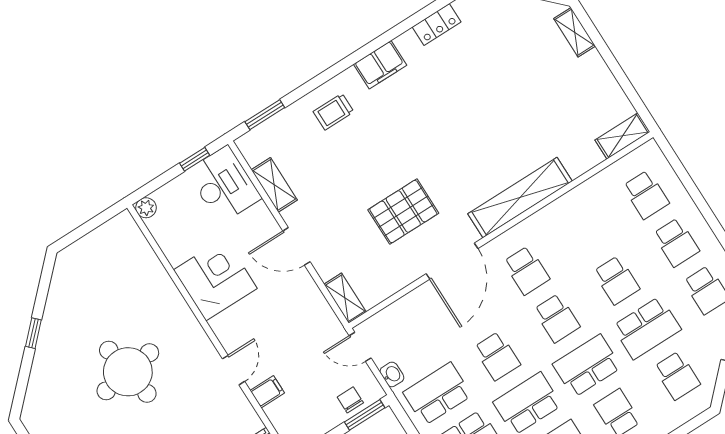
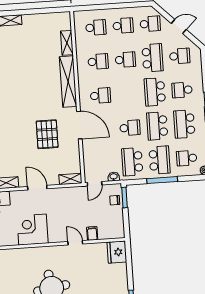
shelving: (623, 136) -> (67, 43), moved
door: (296, 246) -> (37, 188), swing flipped
school desk: (557, 318) -> (98, 62), moved

